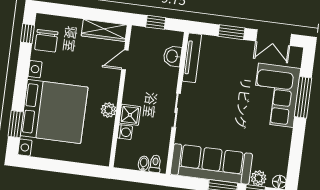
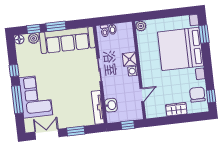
wardrobe: (104, 30) -> (176, 109), moved, width x0.67
plant: (108, 110) -> (141, 26), moved
washing machine: (125, 132) -> (133, 71), moved
window: (298, 140) -> (14, 70), added

